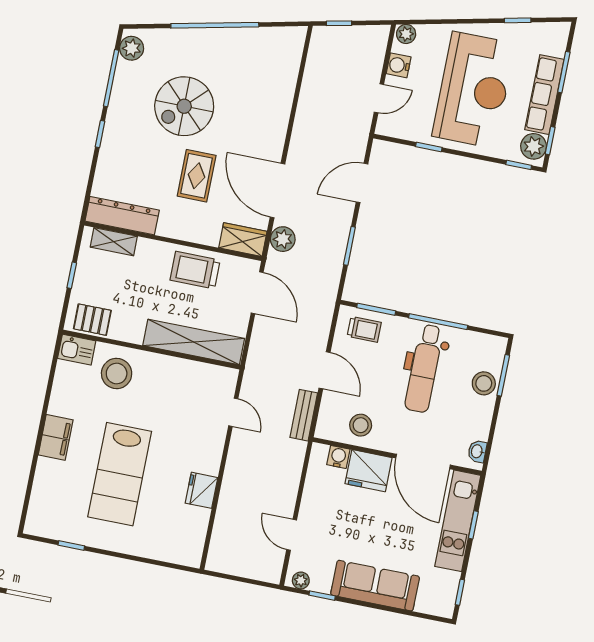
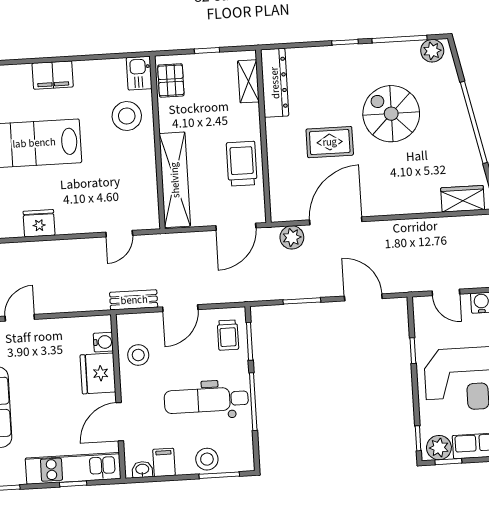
wardrobe: (243, 240) -> (463, 199), moved, turned -90
filing cabinet: (476, 428) -> (164, 462), added
door: (423, 461) -> (120, 422), width x0.73

